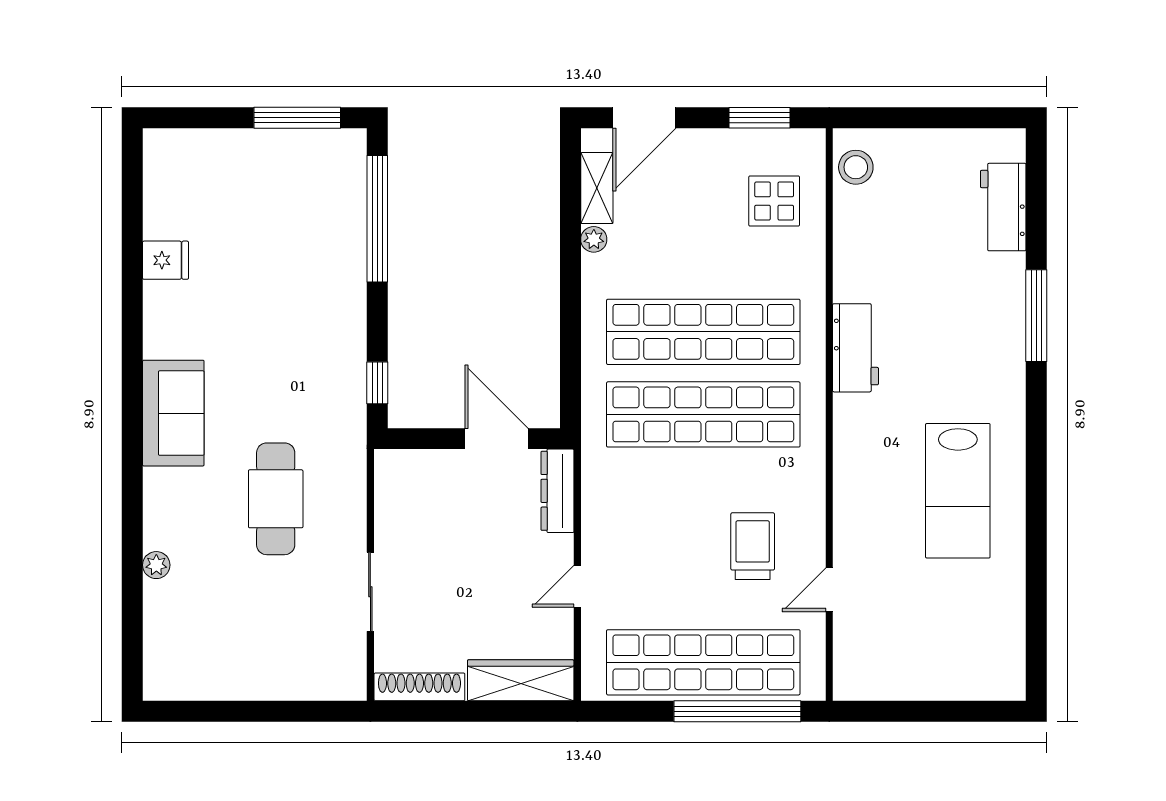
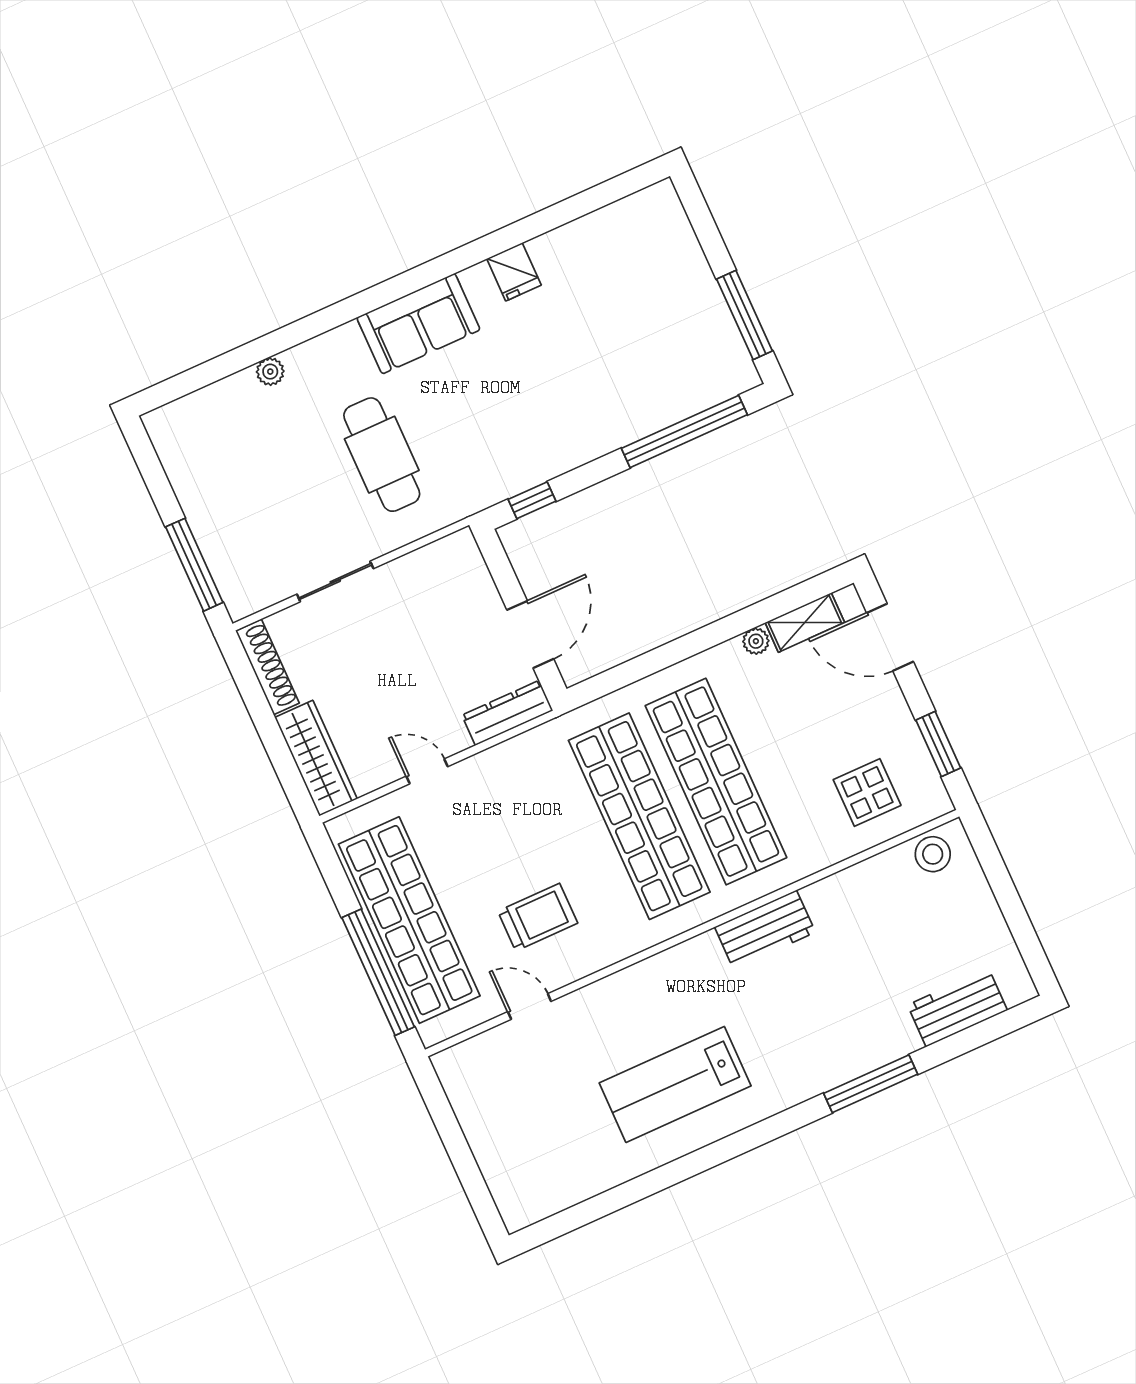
fridge: (166, 260) -> (514, 272), moved
cafe table: (276, 499) -> (382, 455), turned 90
window: (298, 711) -> (194, 565), added

